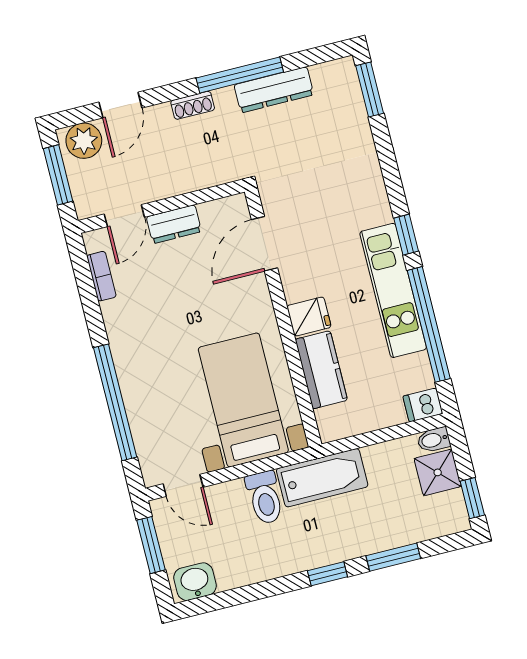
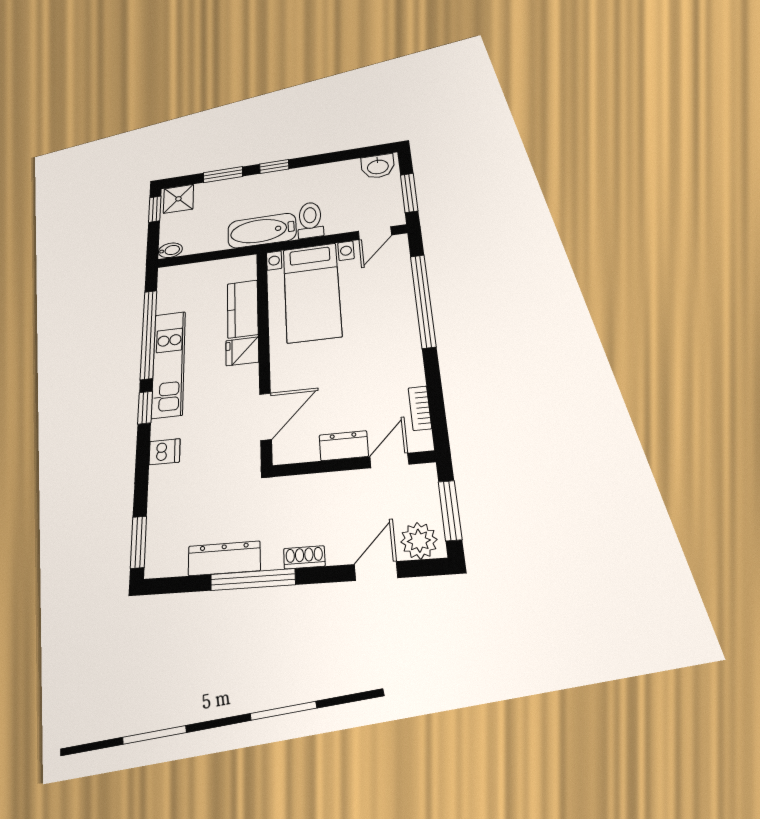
dishwasher: (423, 405) -> (165, 452), moved
shower: (438, 472) -> (178, 199), moved
door: (183, 485) -> (375, 233), swing flipped

